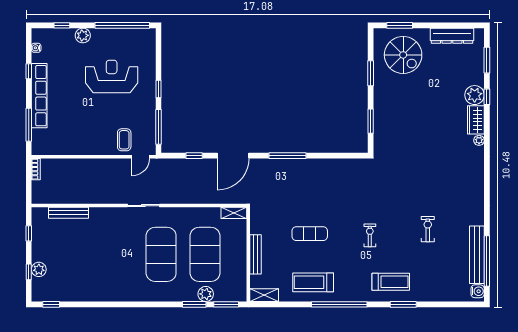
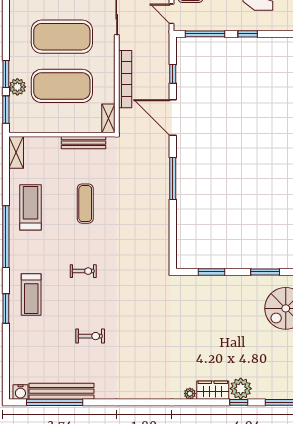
bookcase: (199, 198) -> (125, 79), added
bench: (255, 254) -> (83, 143), moved

